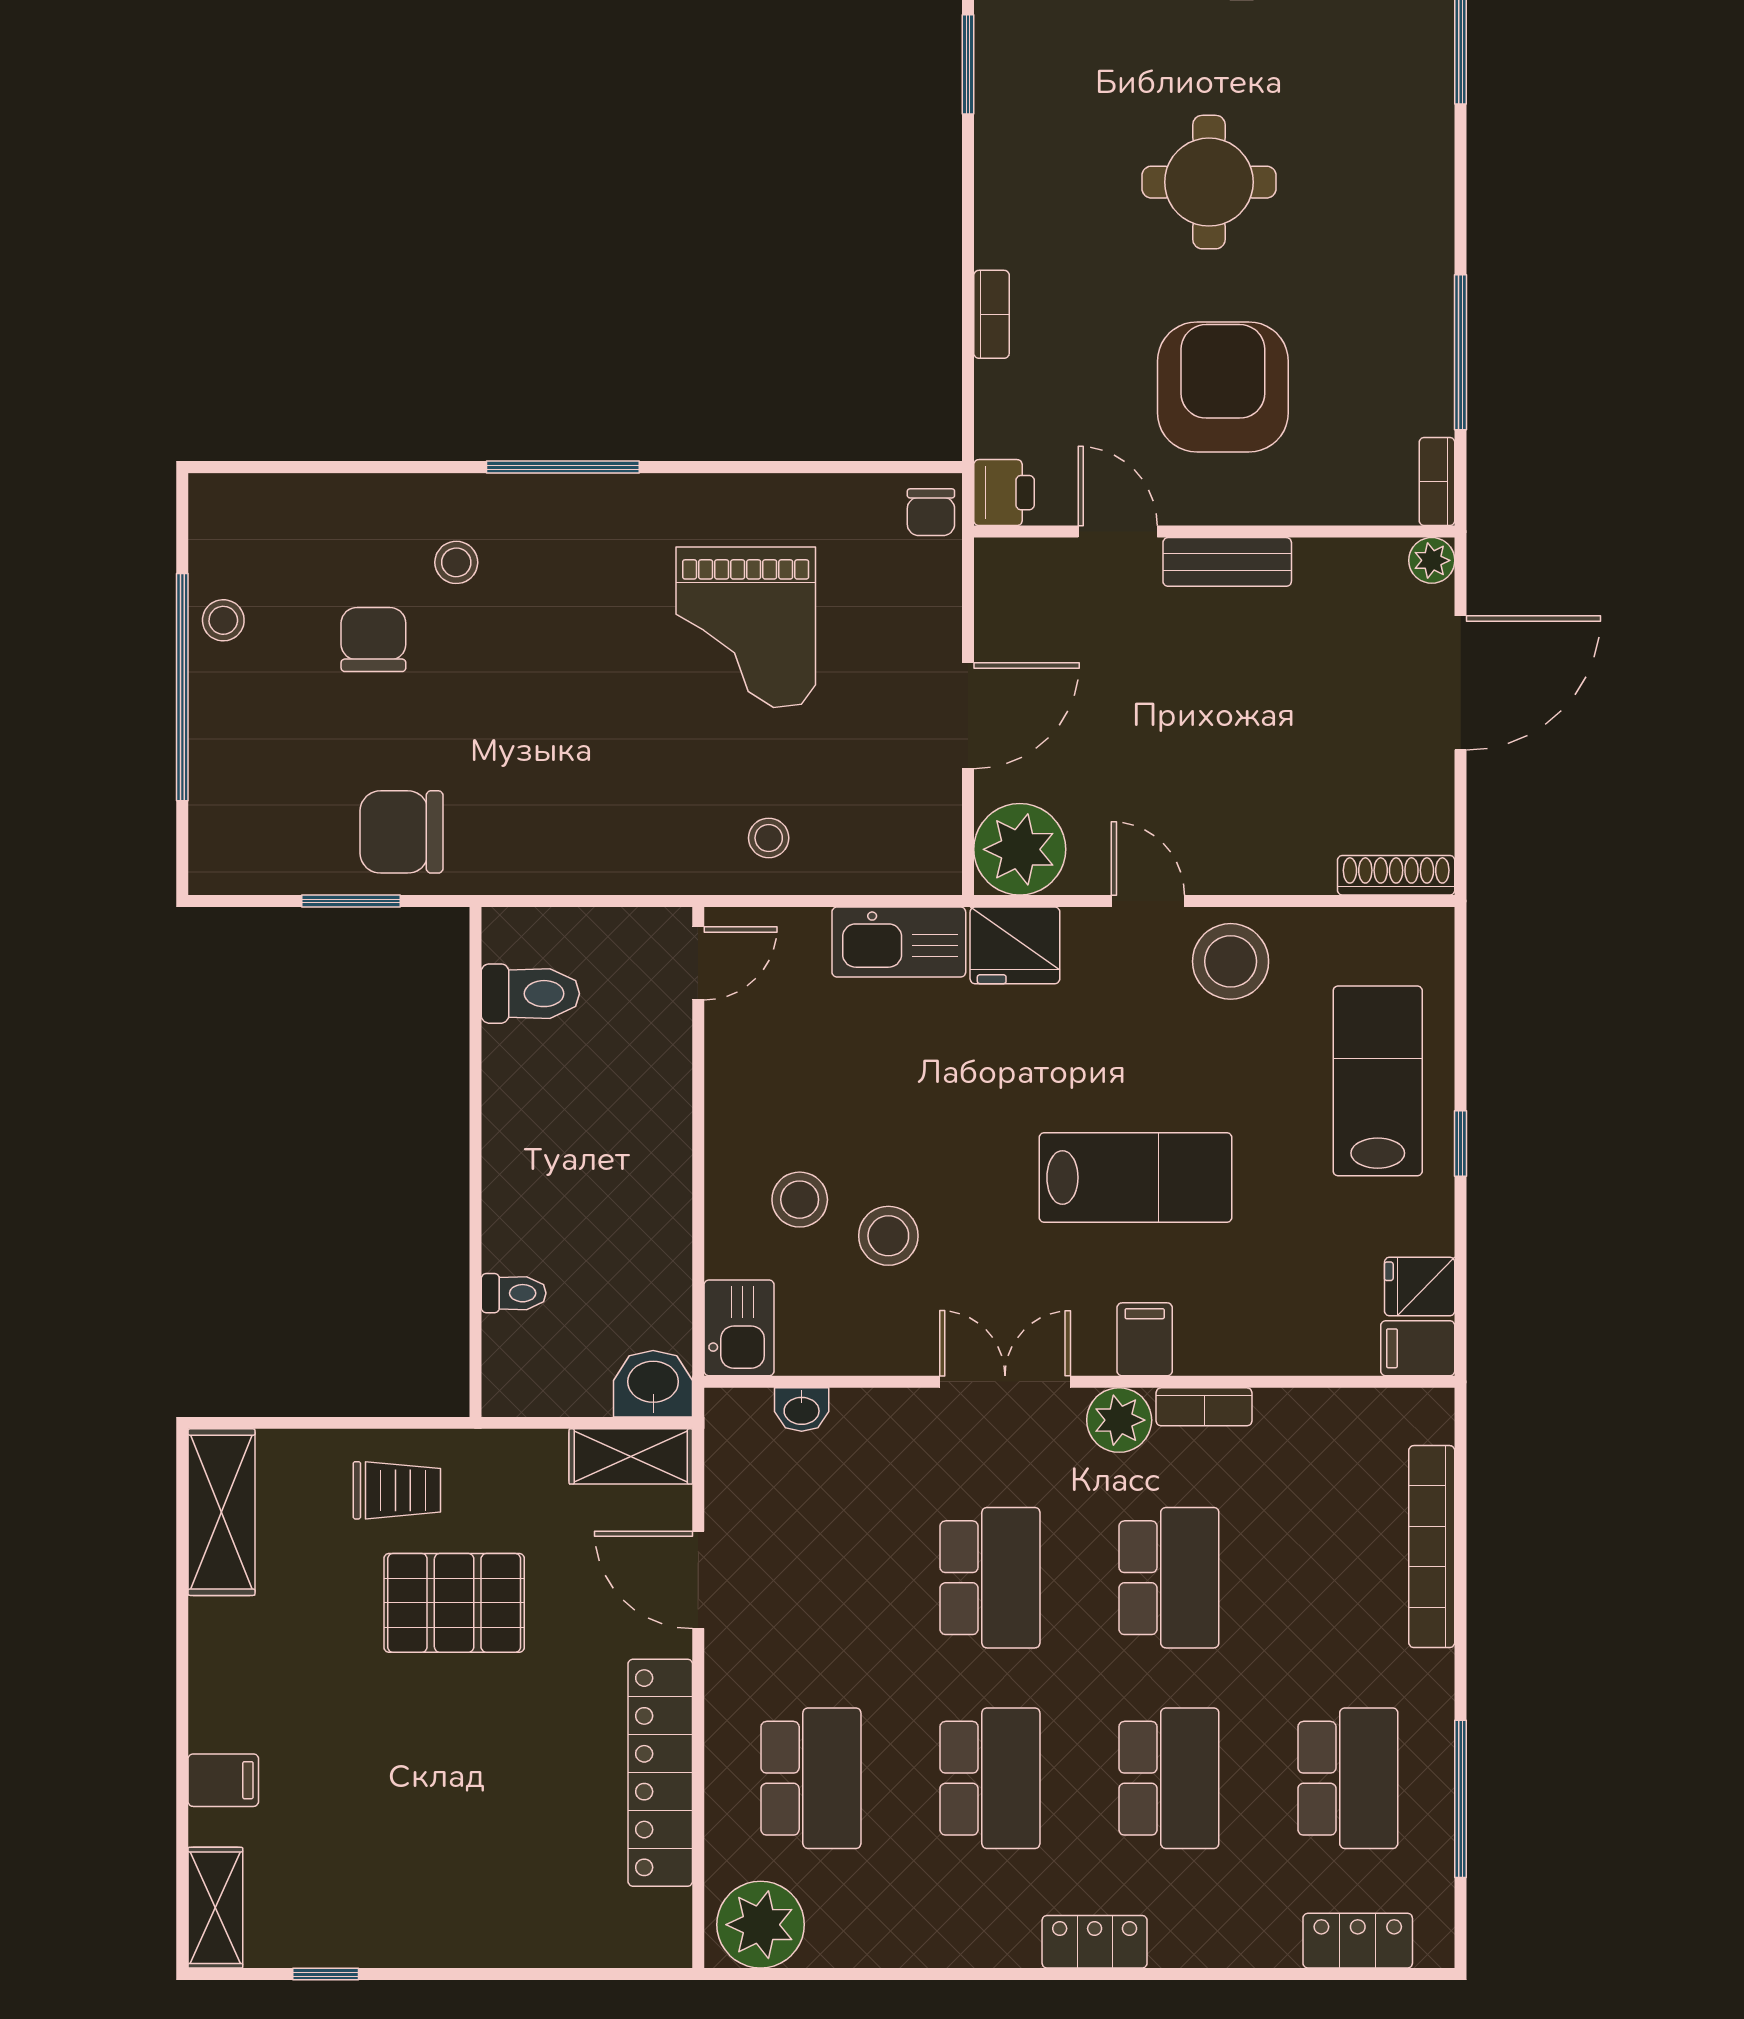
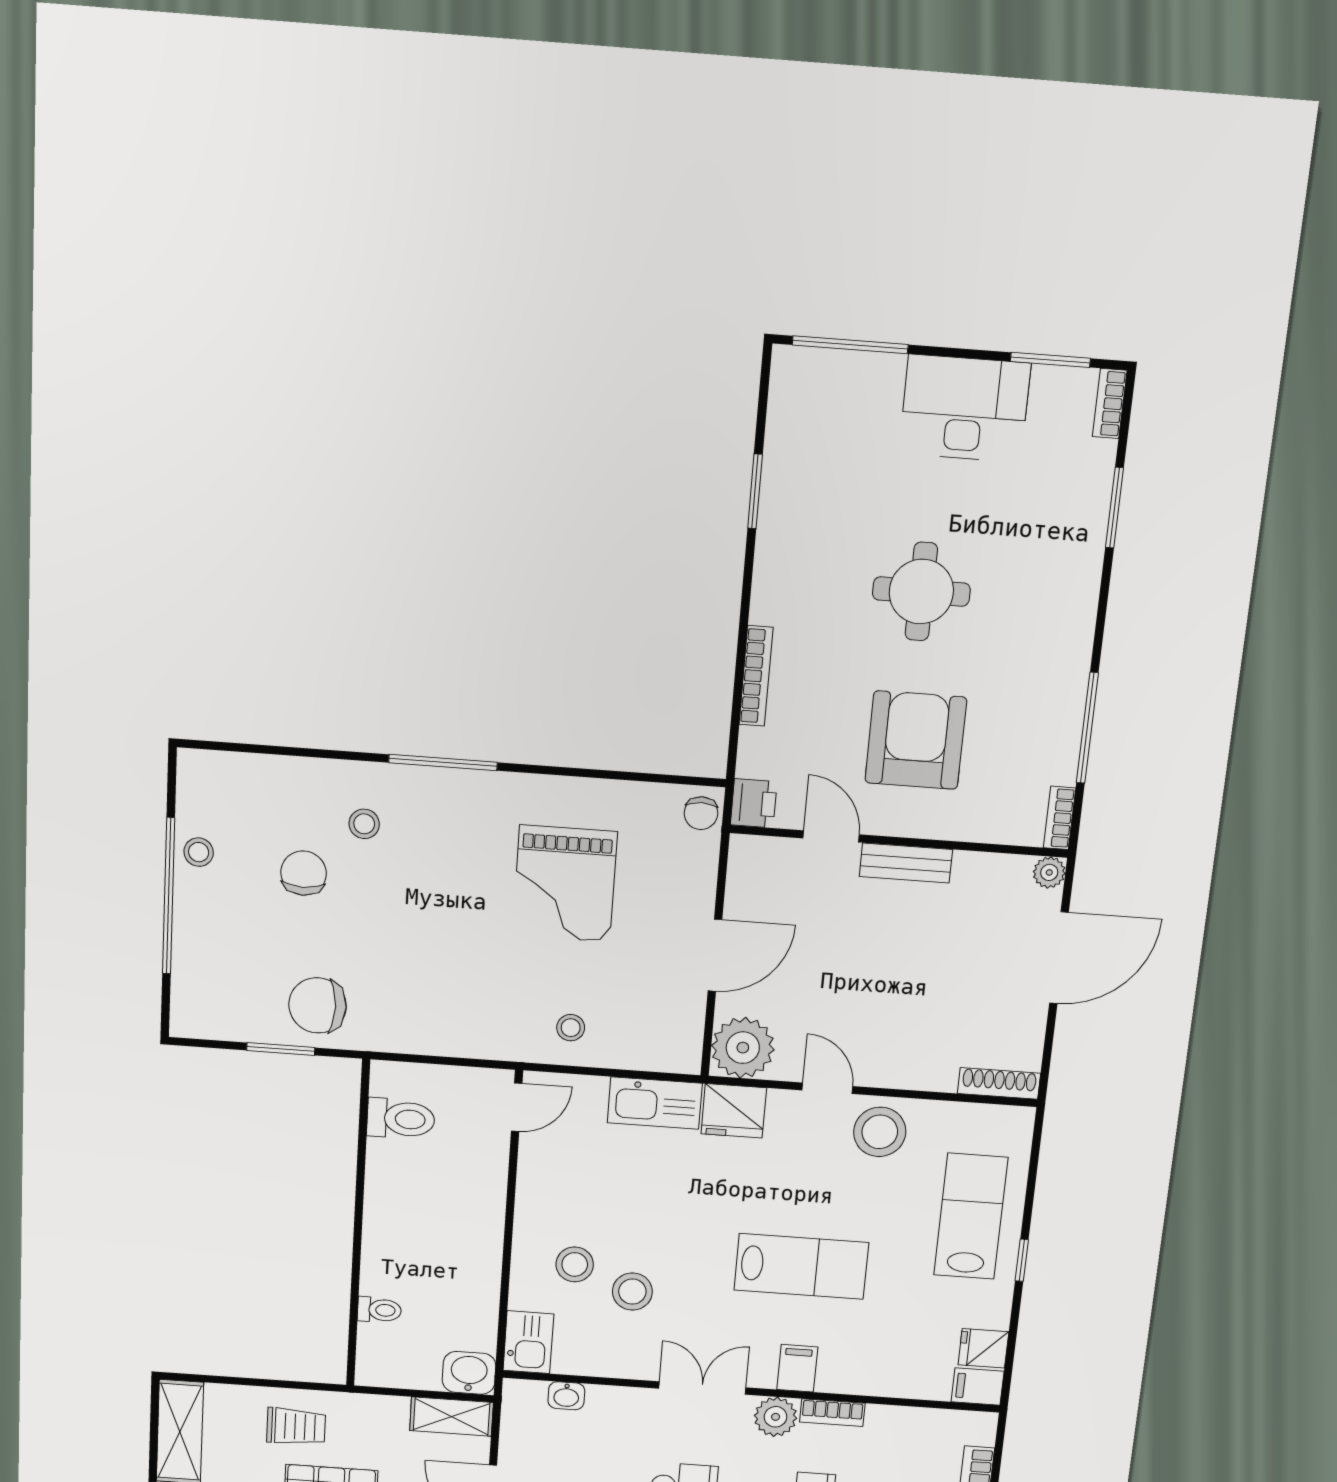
bookcase: (991, 314) -> (756, 676), width x1.56

